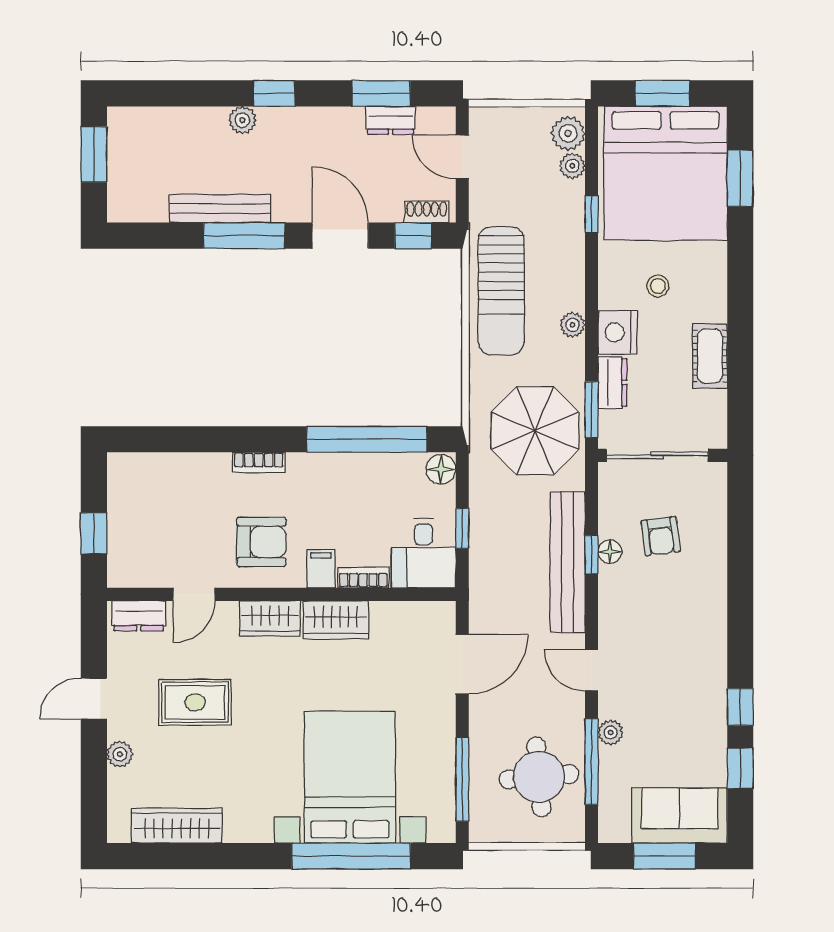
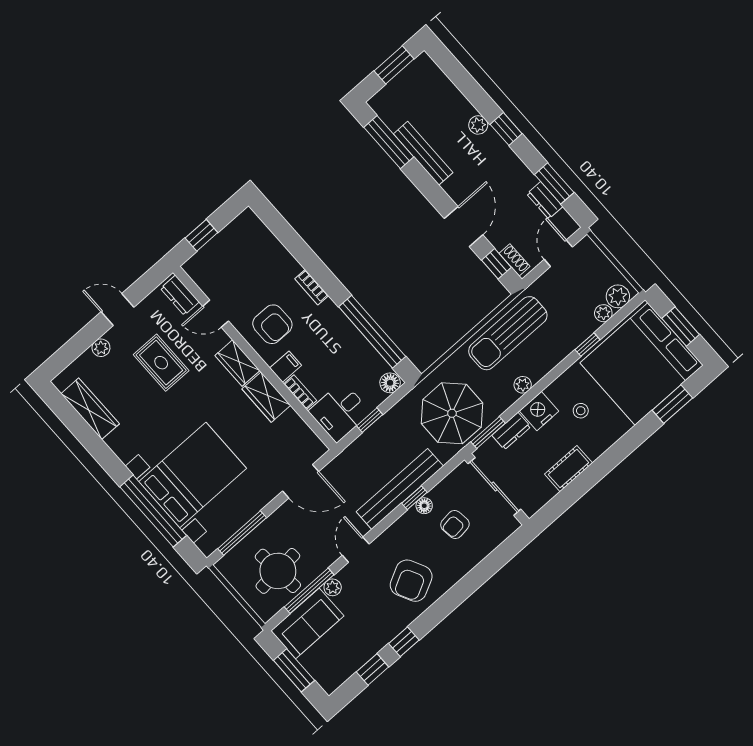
window: (244, 236) -> (389, 142), moved
armchair: (680, 639) -> (411, 581), added
sofa: (679, 816) -> (307, 623), moved, turned 90

